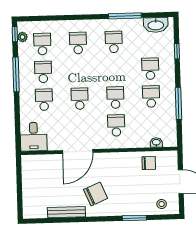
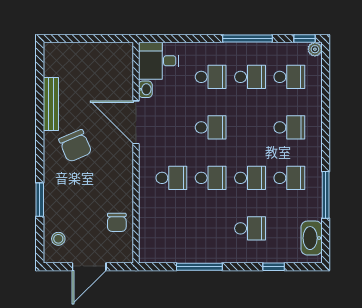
plant: (22, 37) -> (315, 49), moved
school desk: (151, 96) -> (250, 178), moved
washbasin: (156, 143) -> (145, 89), moved

